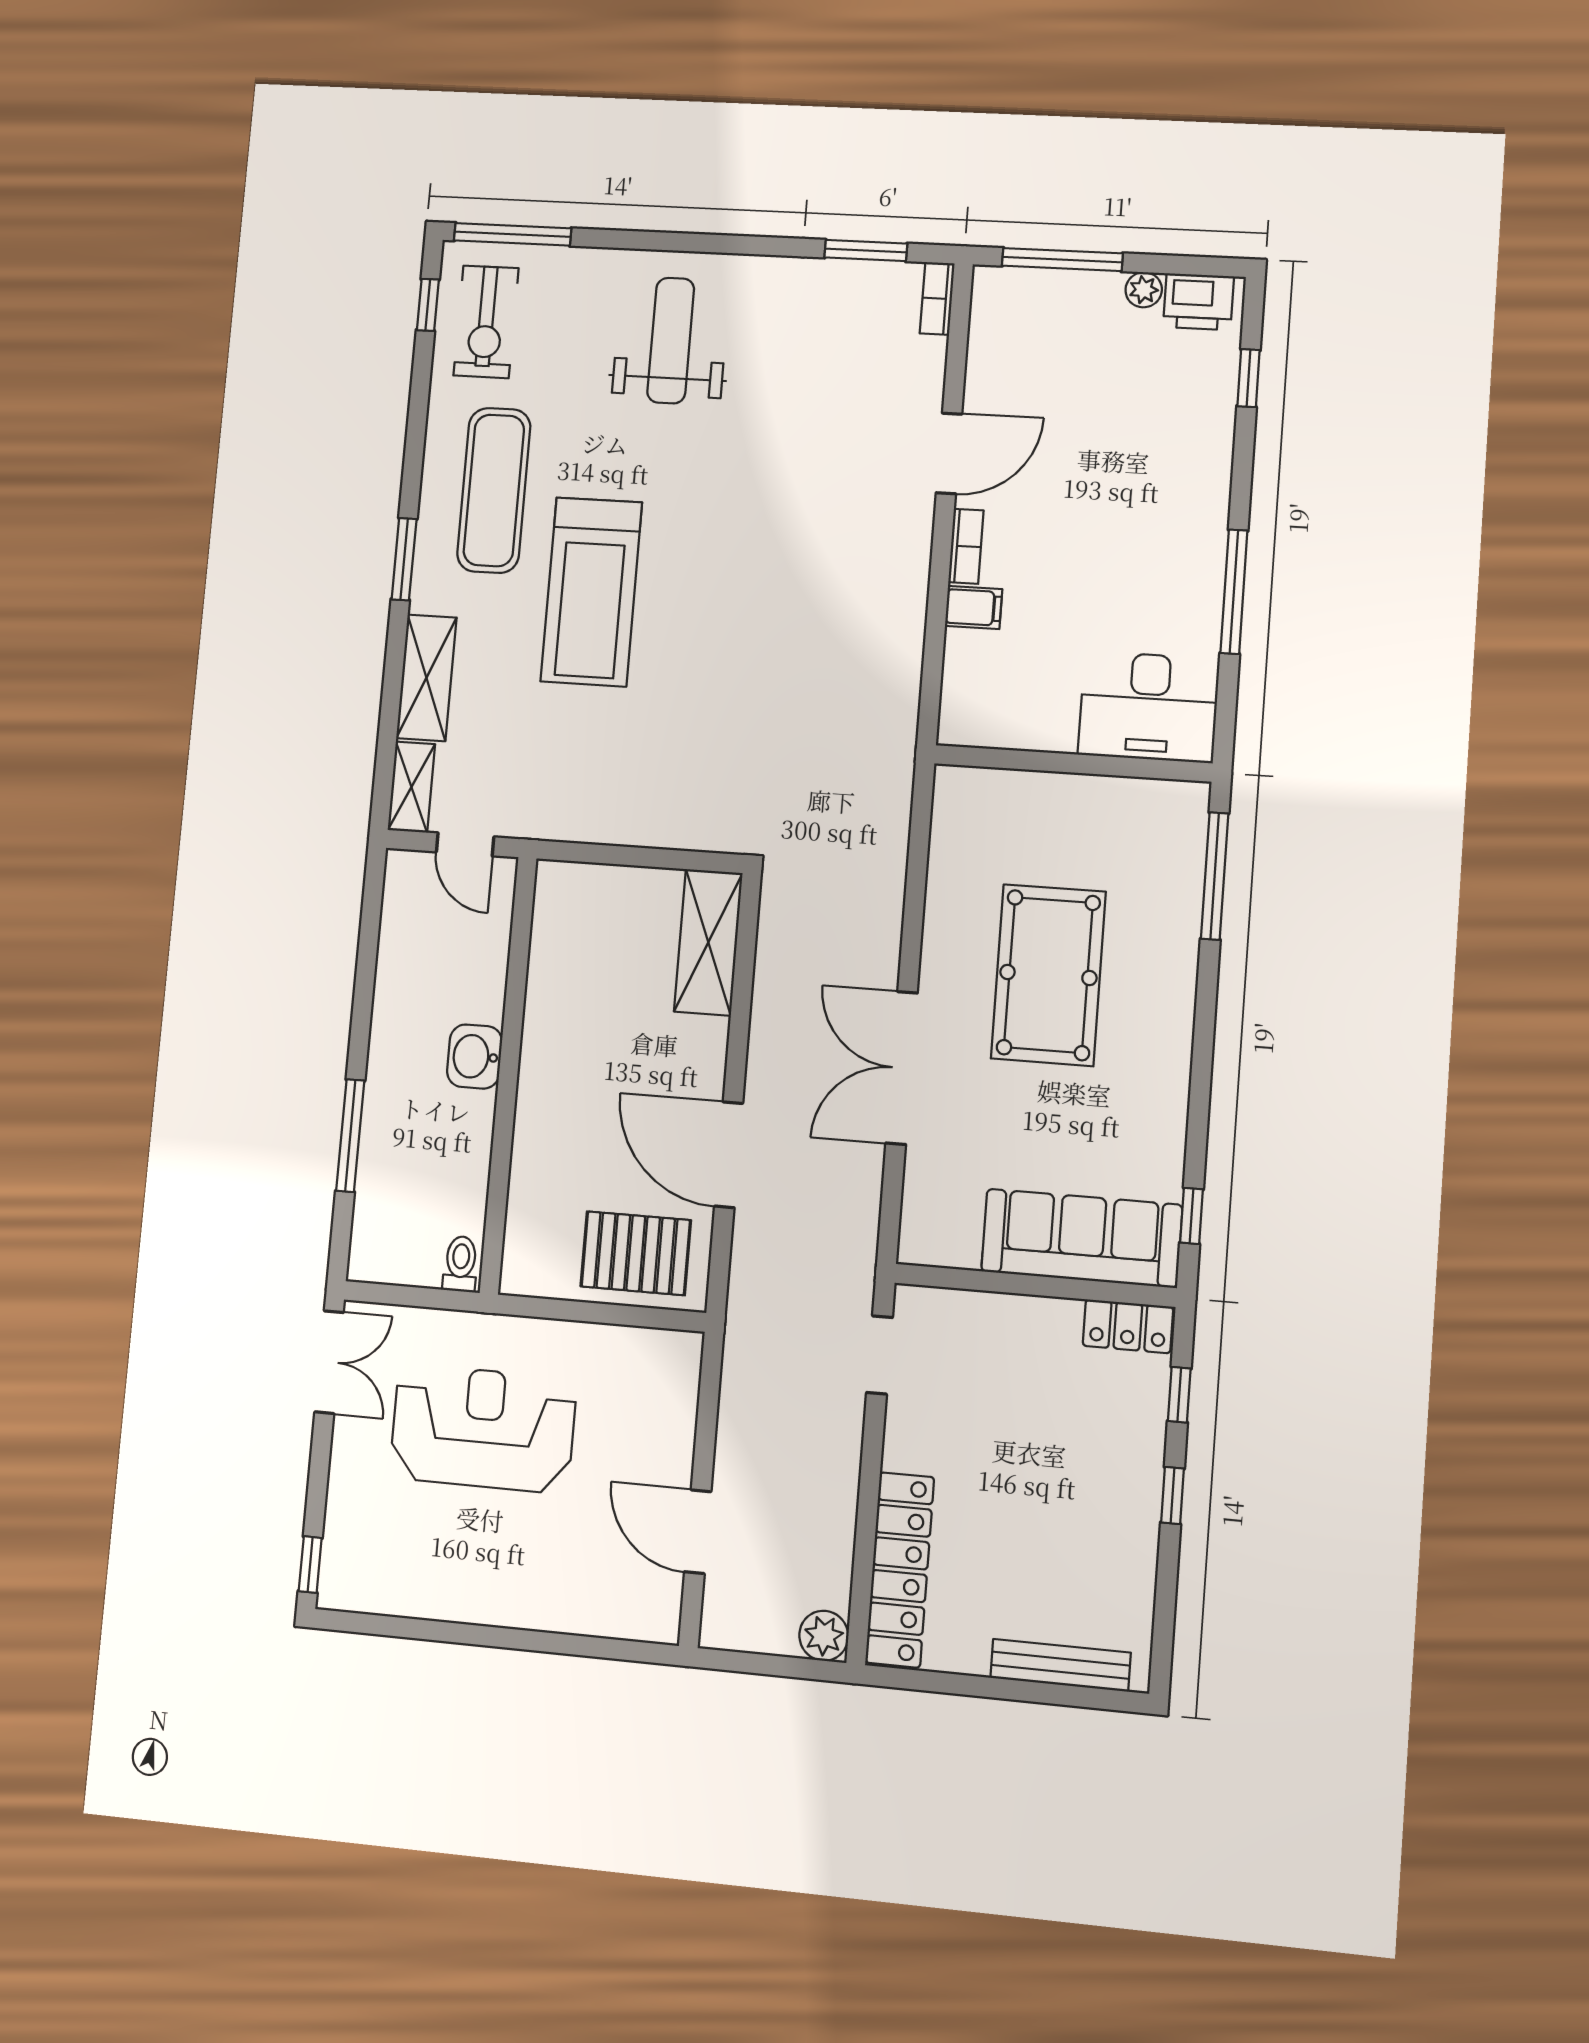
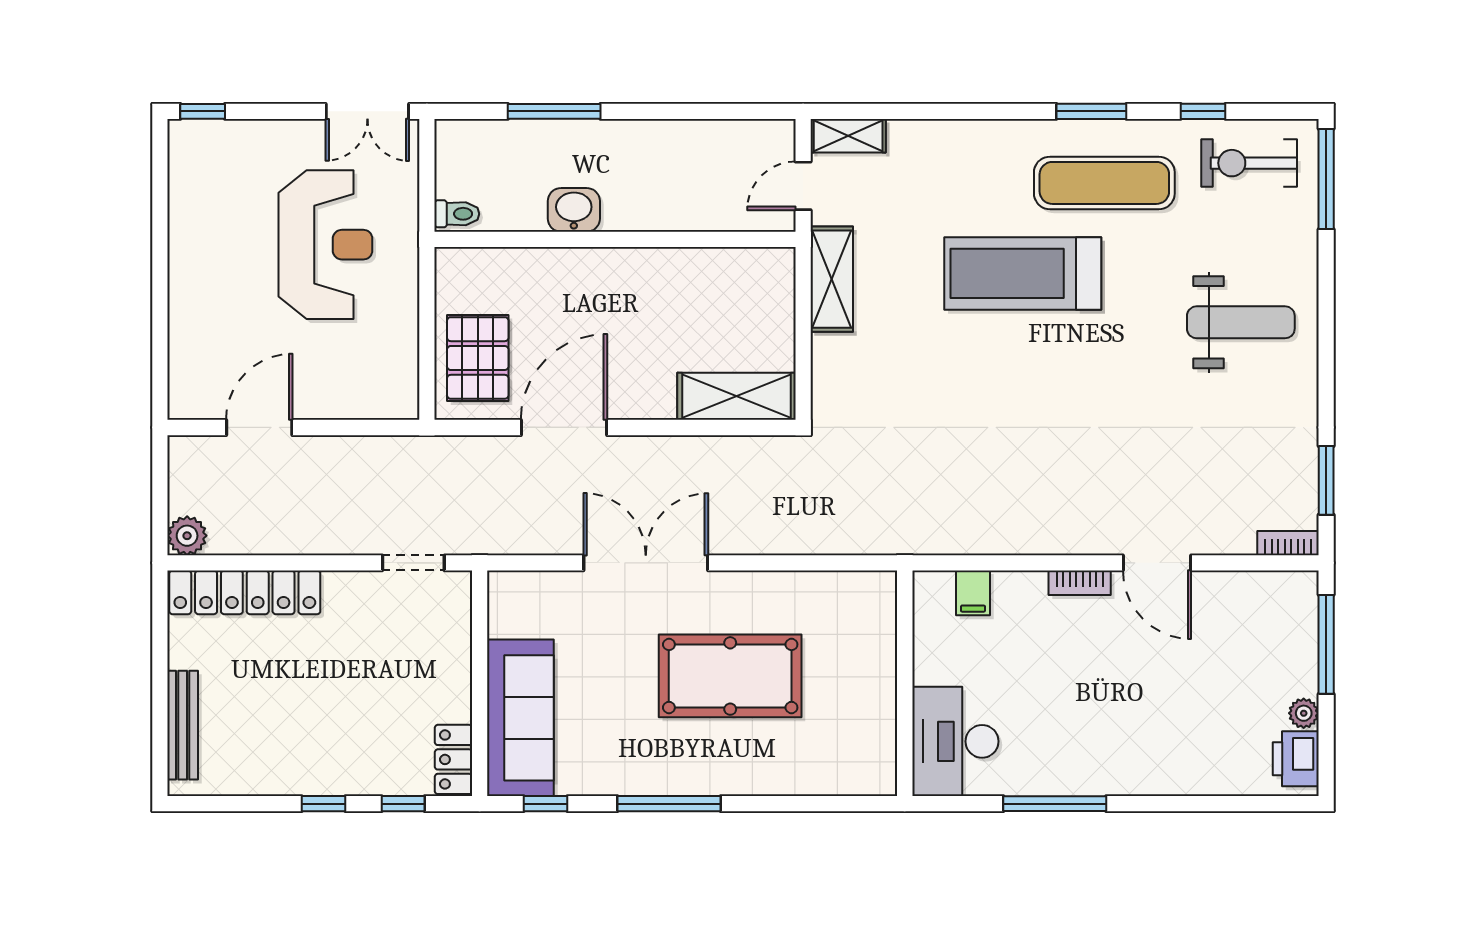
window: (428, 305) -> (1203, 111), moved
window: (1248, 378) -> (1233, 804), removed
window: (404, 559) -> (1091, 111), moved
filing cabinet: (974, 607) -> (973, 593), moved
shelving: (426, 678) -> (832, 279), moved, turned 90
window: (1215, 876) -> (669, 804), moved
washbasin: (475, 1057) -> (574, 210), moved

